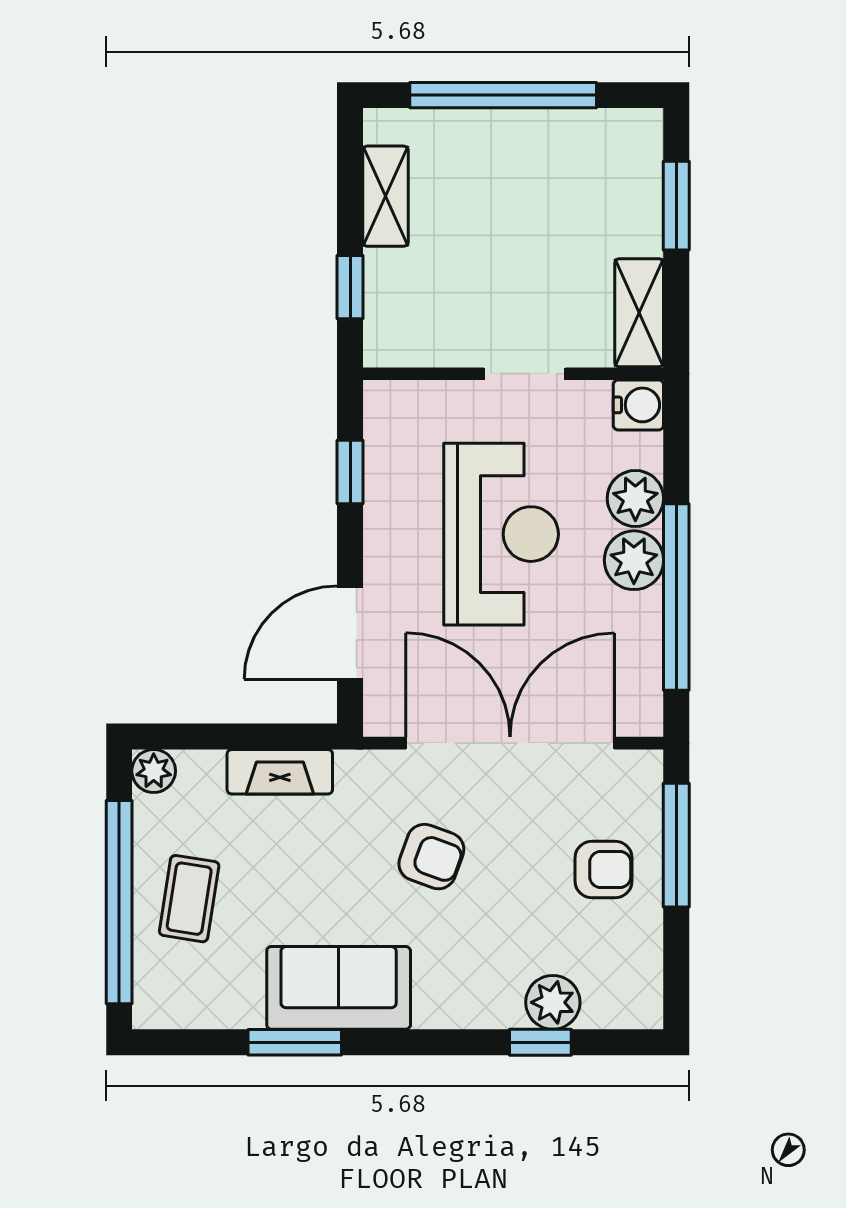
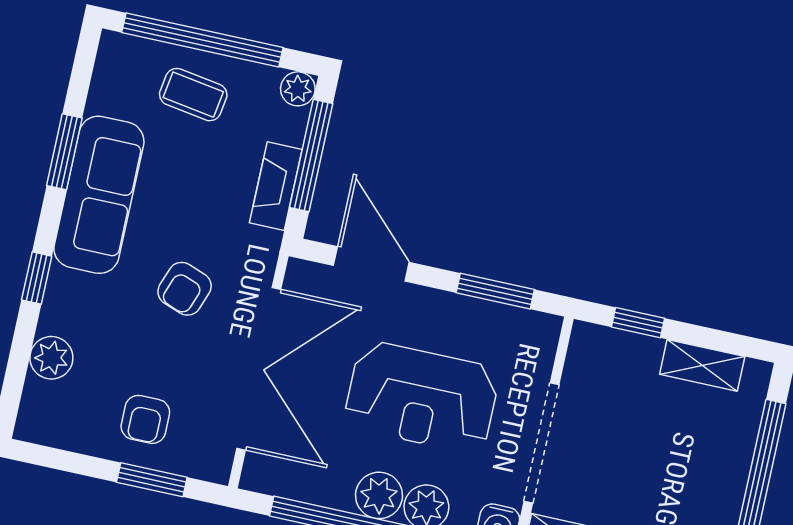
doorway: (525, 374) -> (541, 443), width x1.88
window: (350, 472) -> (495, 291), width x1.50
window: (232, 736) -> (311, 155), added
window: (676, 845) -> (152, 480), width x0.69
sofa: (339, 988) -> (99, 195), width x1.36
window: (540, 1042) -> (37, 278), moved

